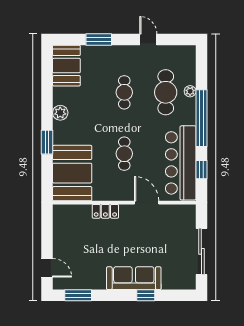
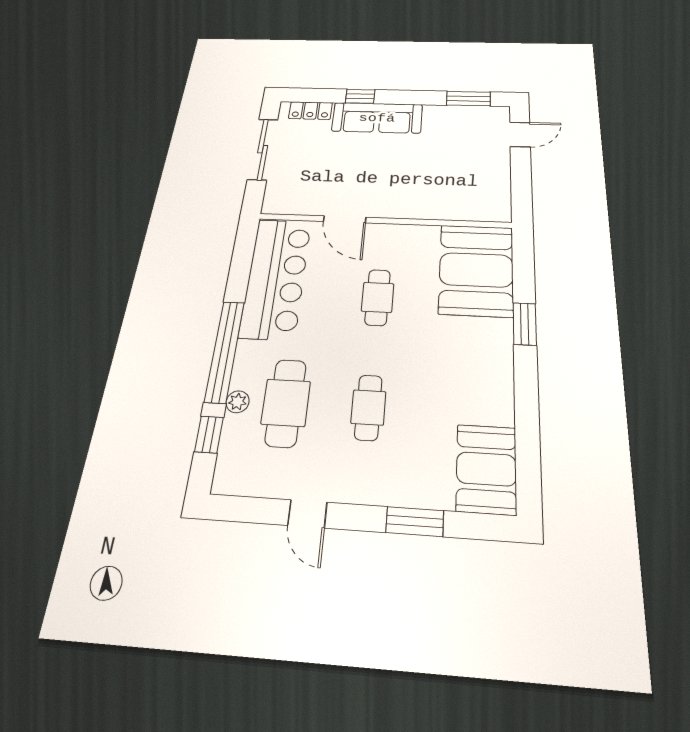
plant: (60, 113) -> (499, 376), removed
window: (201, 170) -> (209, 434), moved
locker: (105, 211) -> (310, 111), moved, turned 180
door: (47, 268) -> (520, 134), swing flipped

